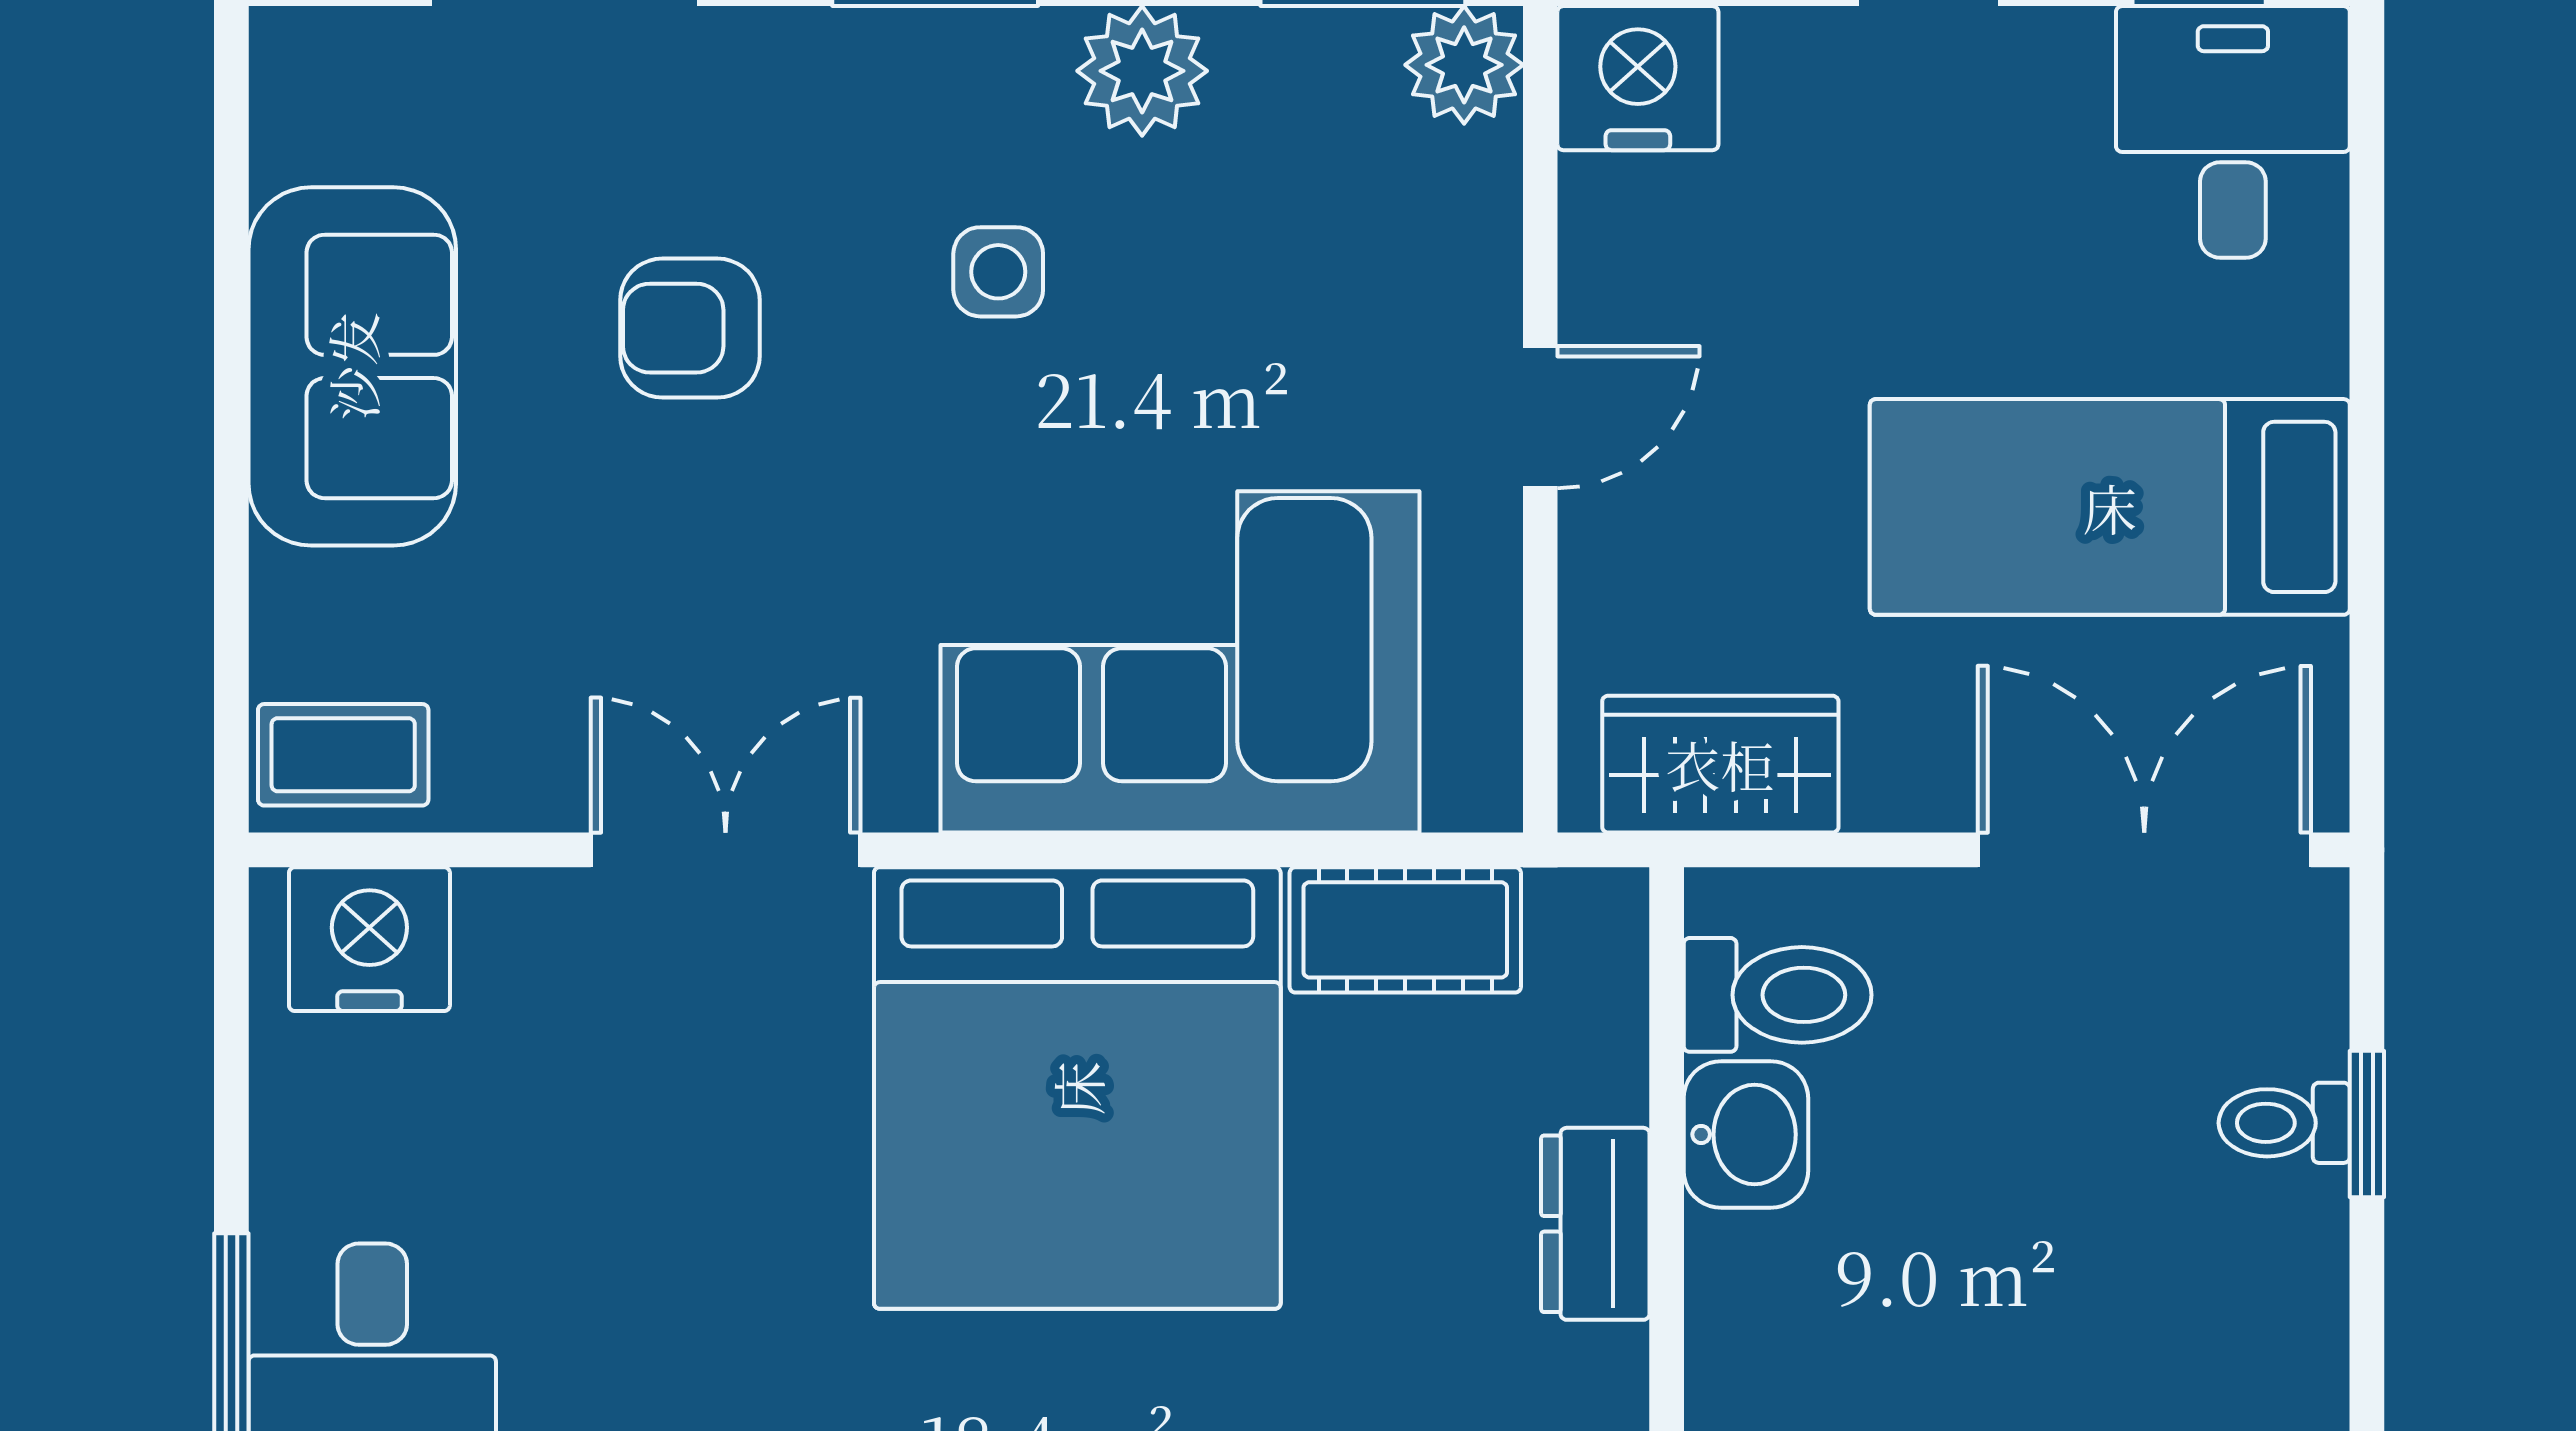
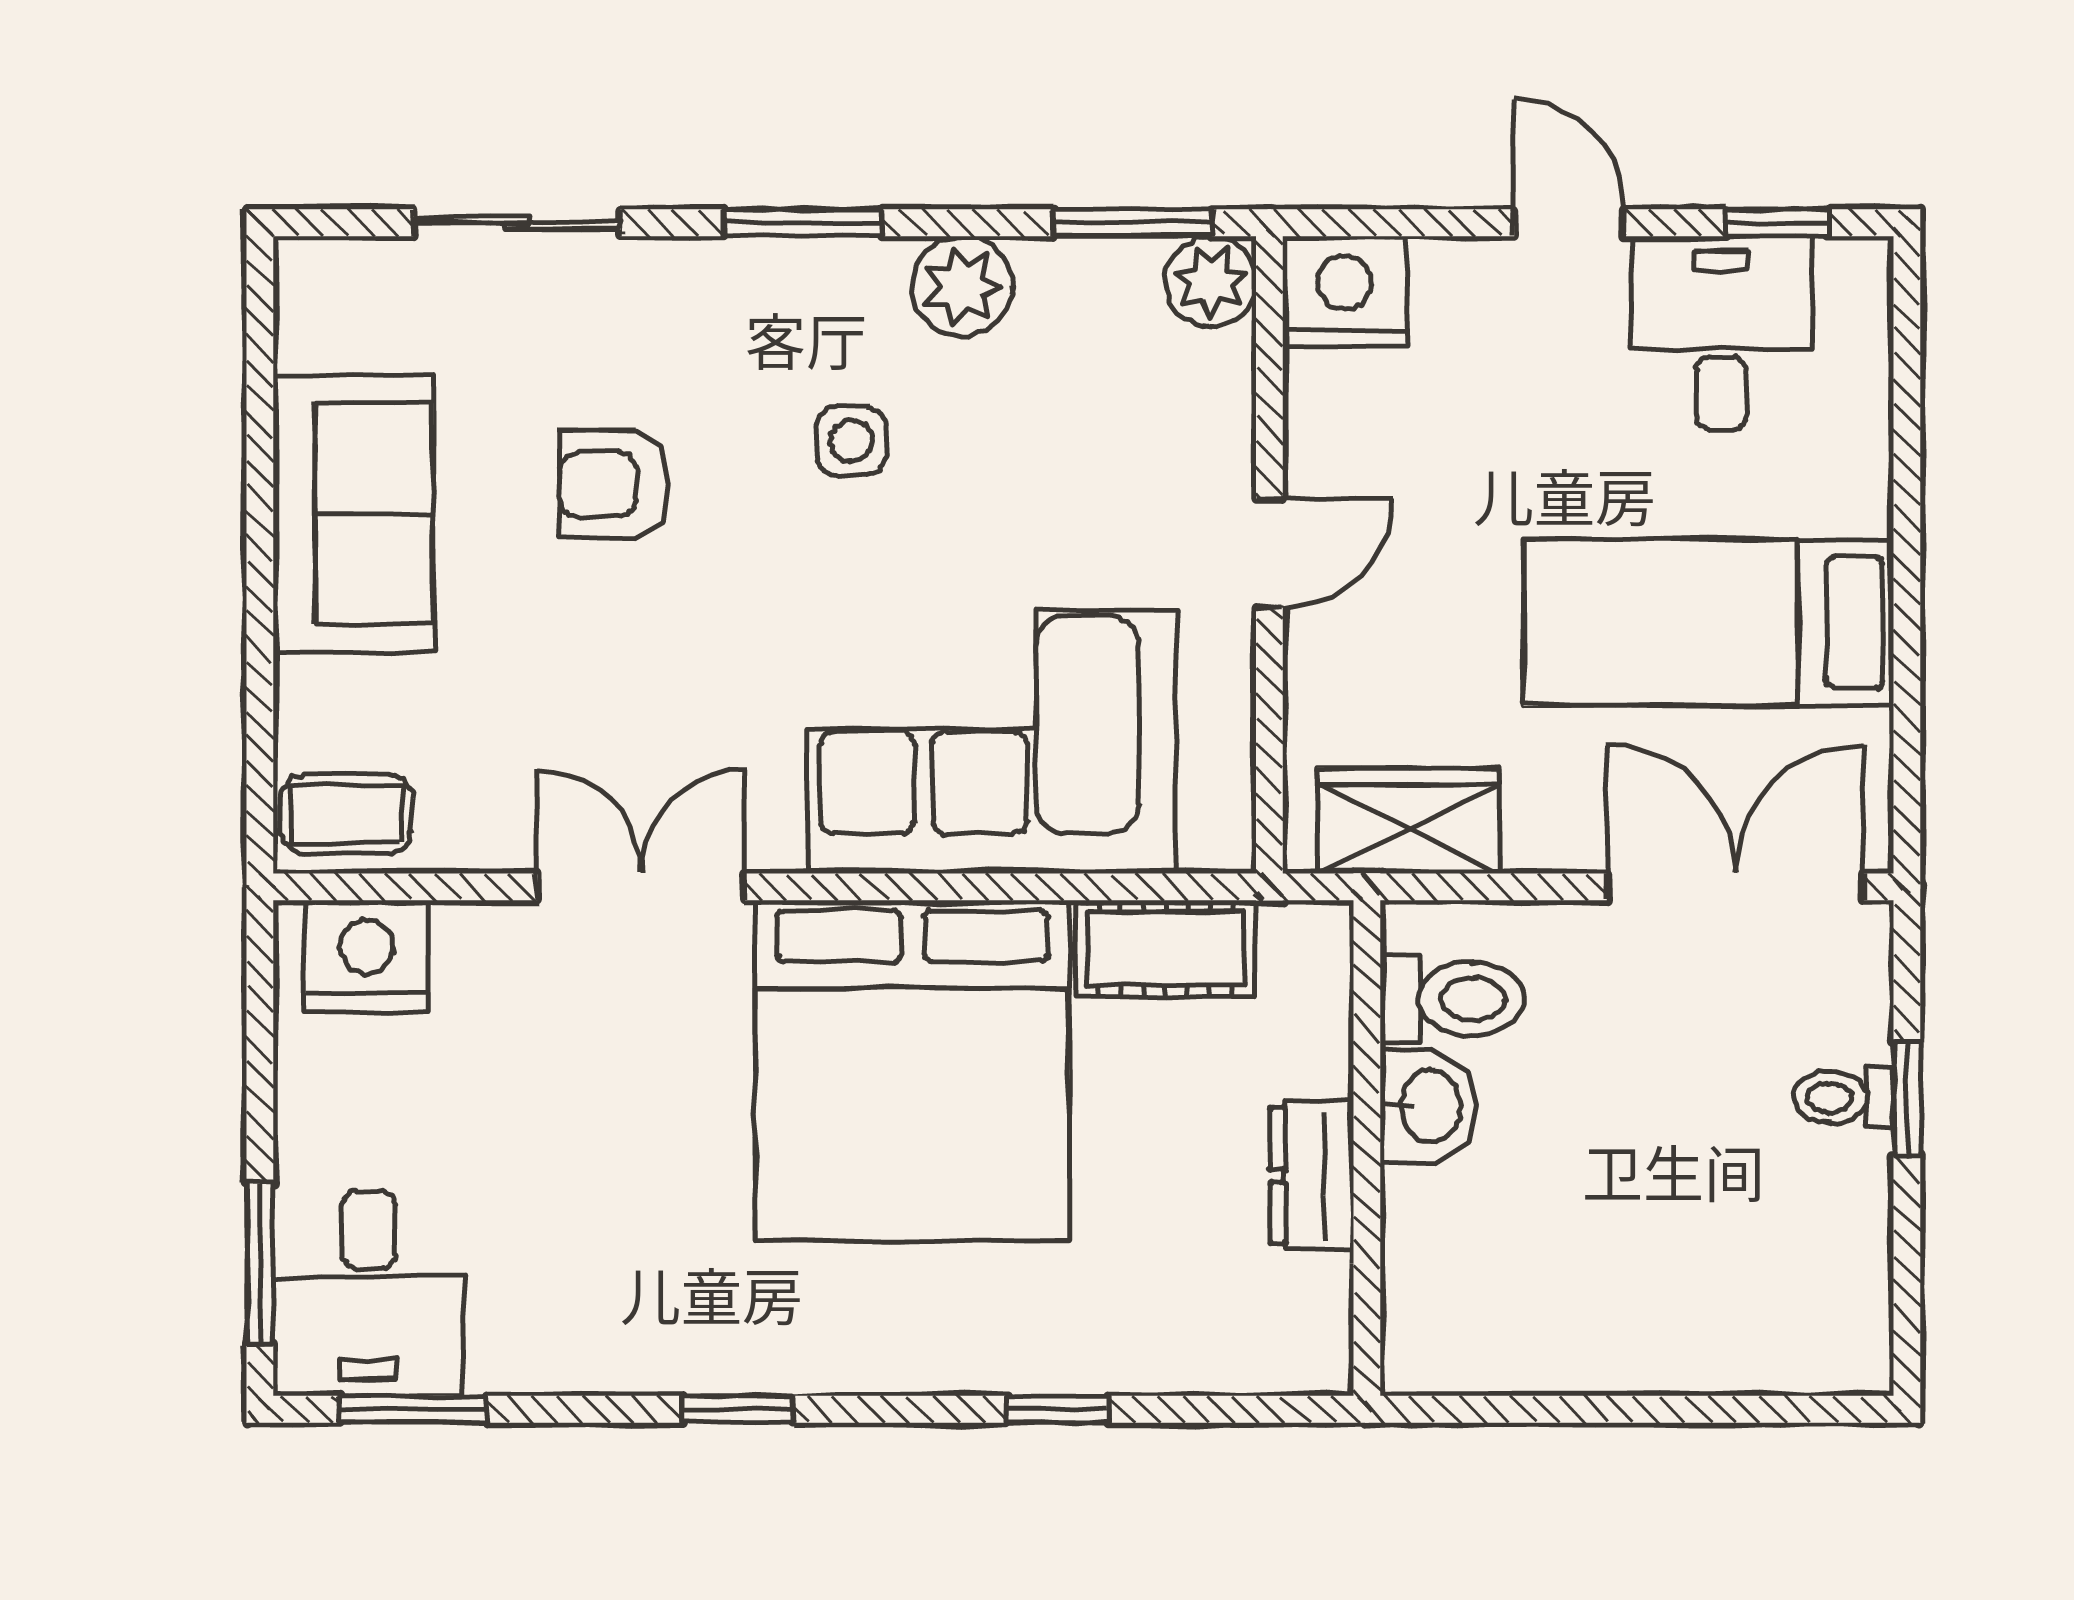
desk: (2233, 132) -> (1721, 333), moved

